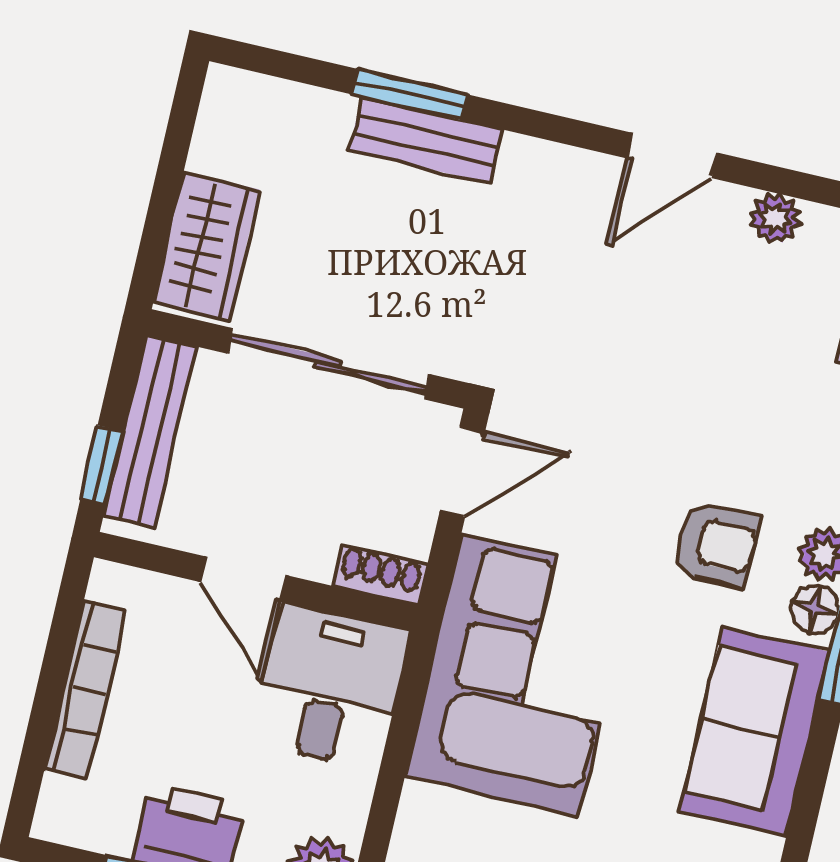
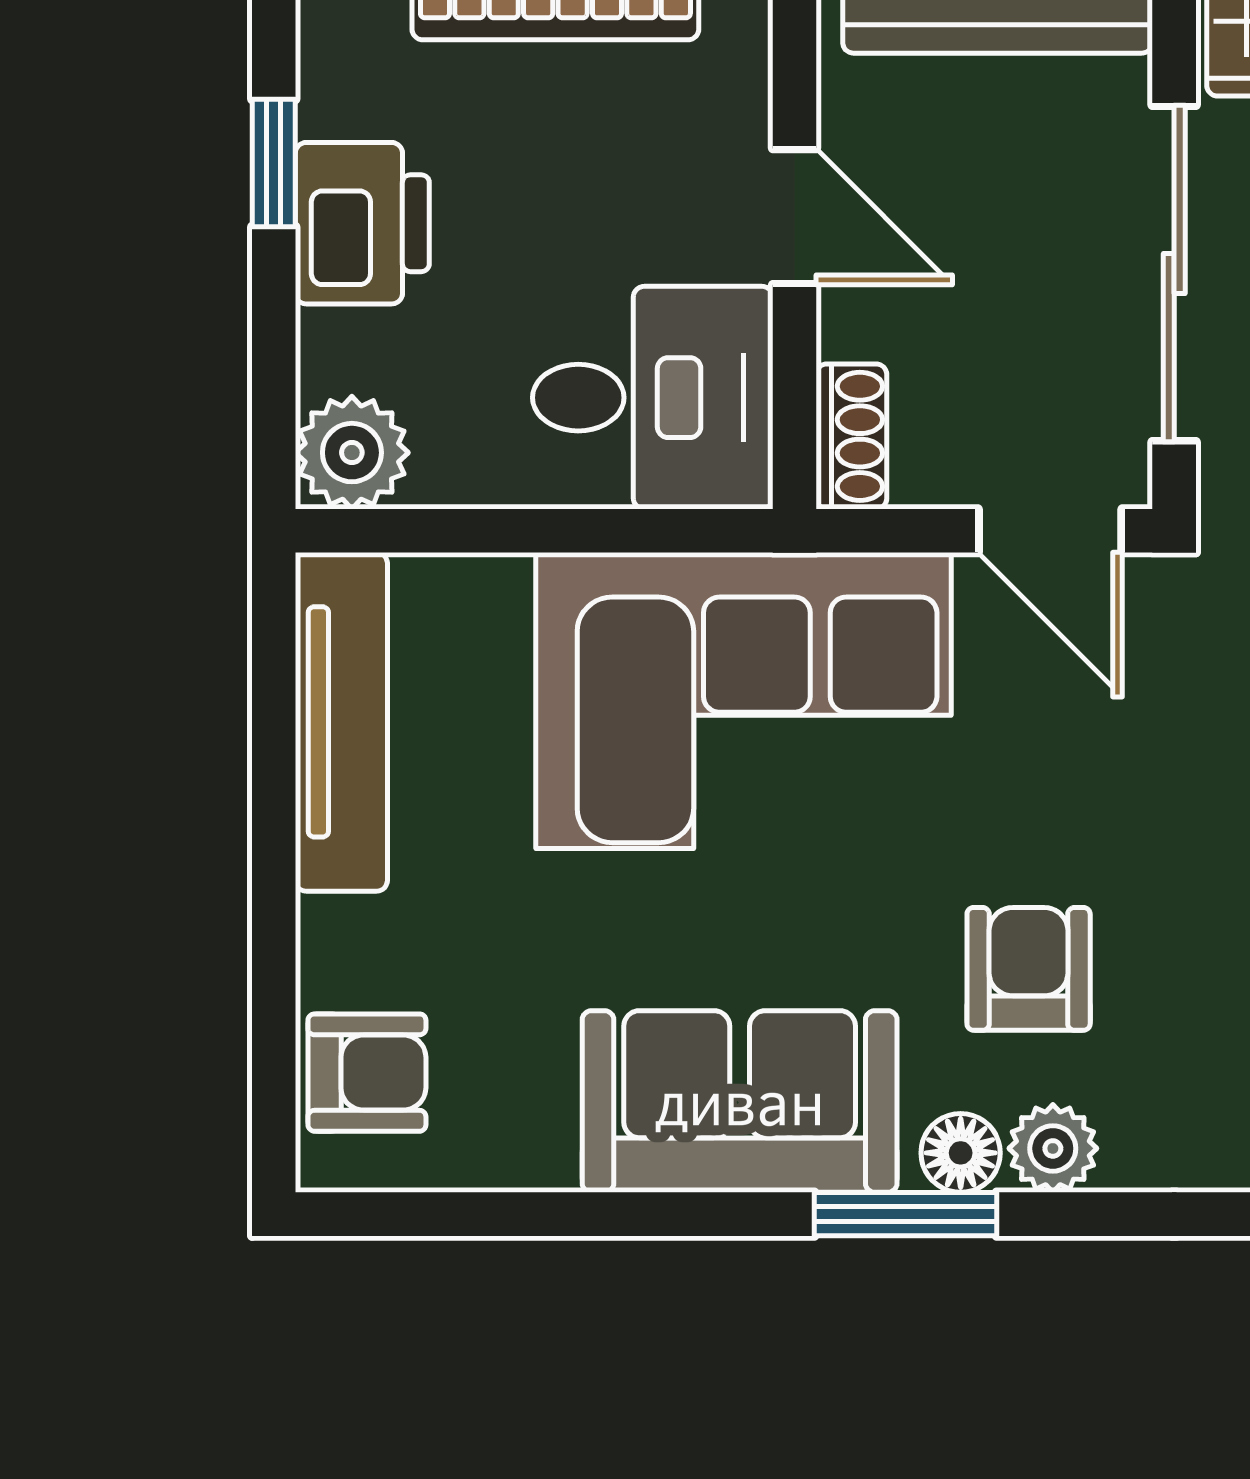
armchair: (716, 544) -> (1029, 969), turned 180
door: (243, 579) -> (794, 217), swing flipped

